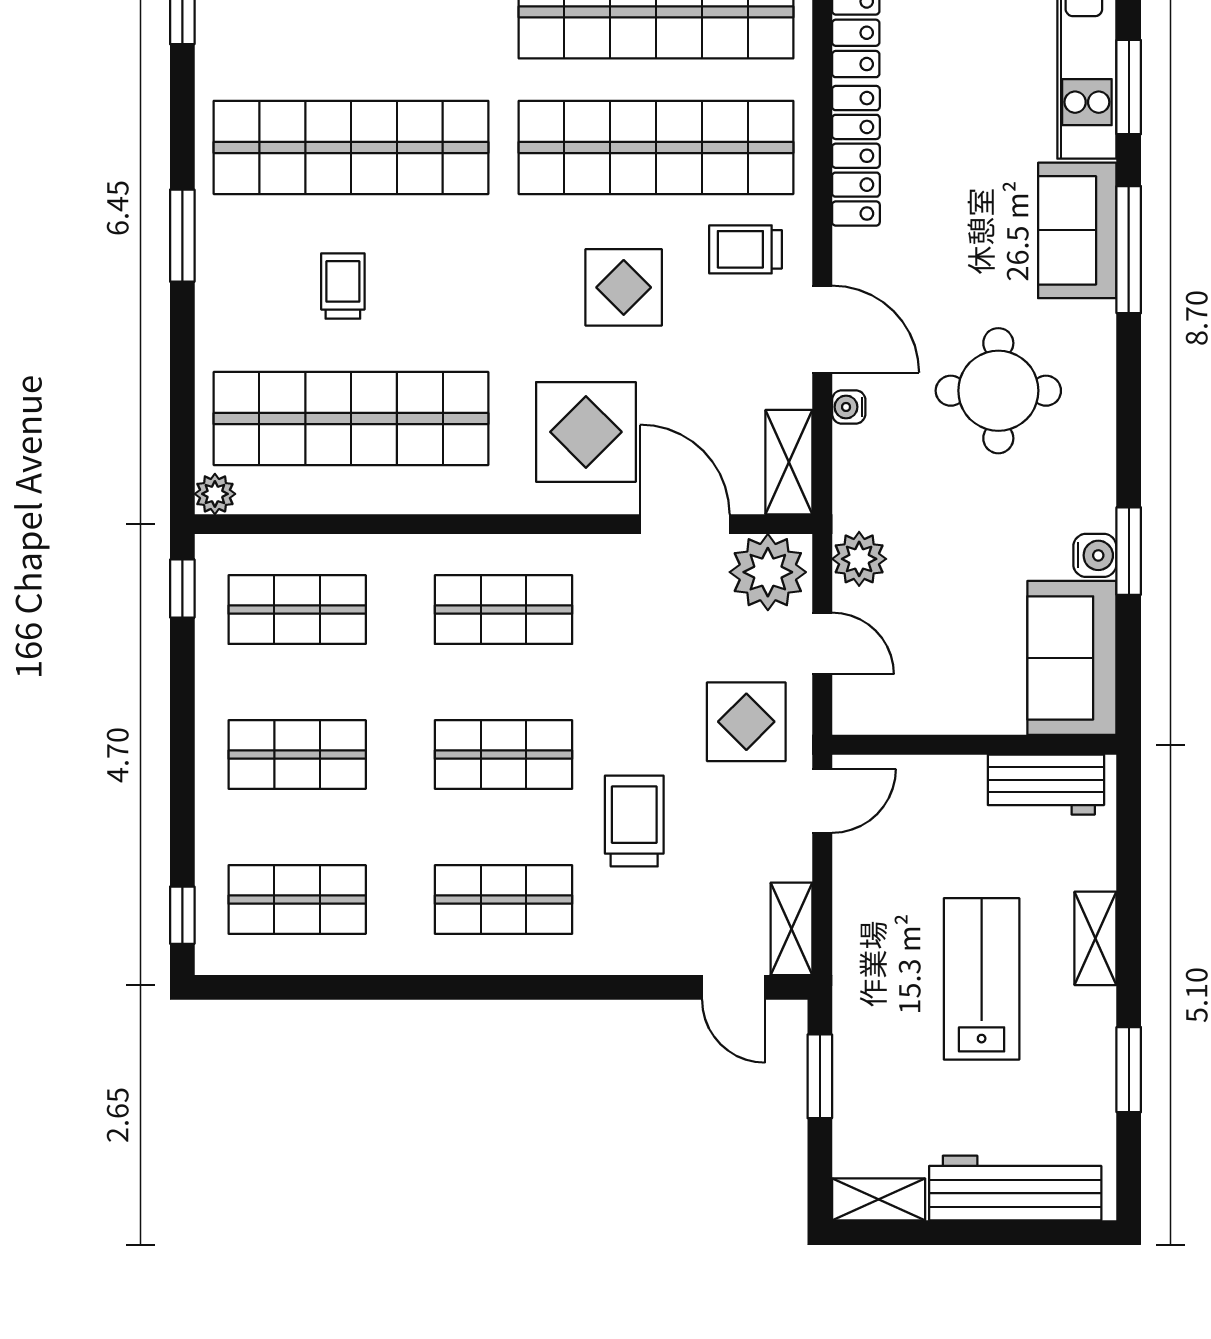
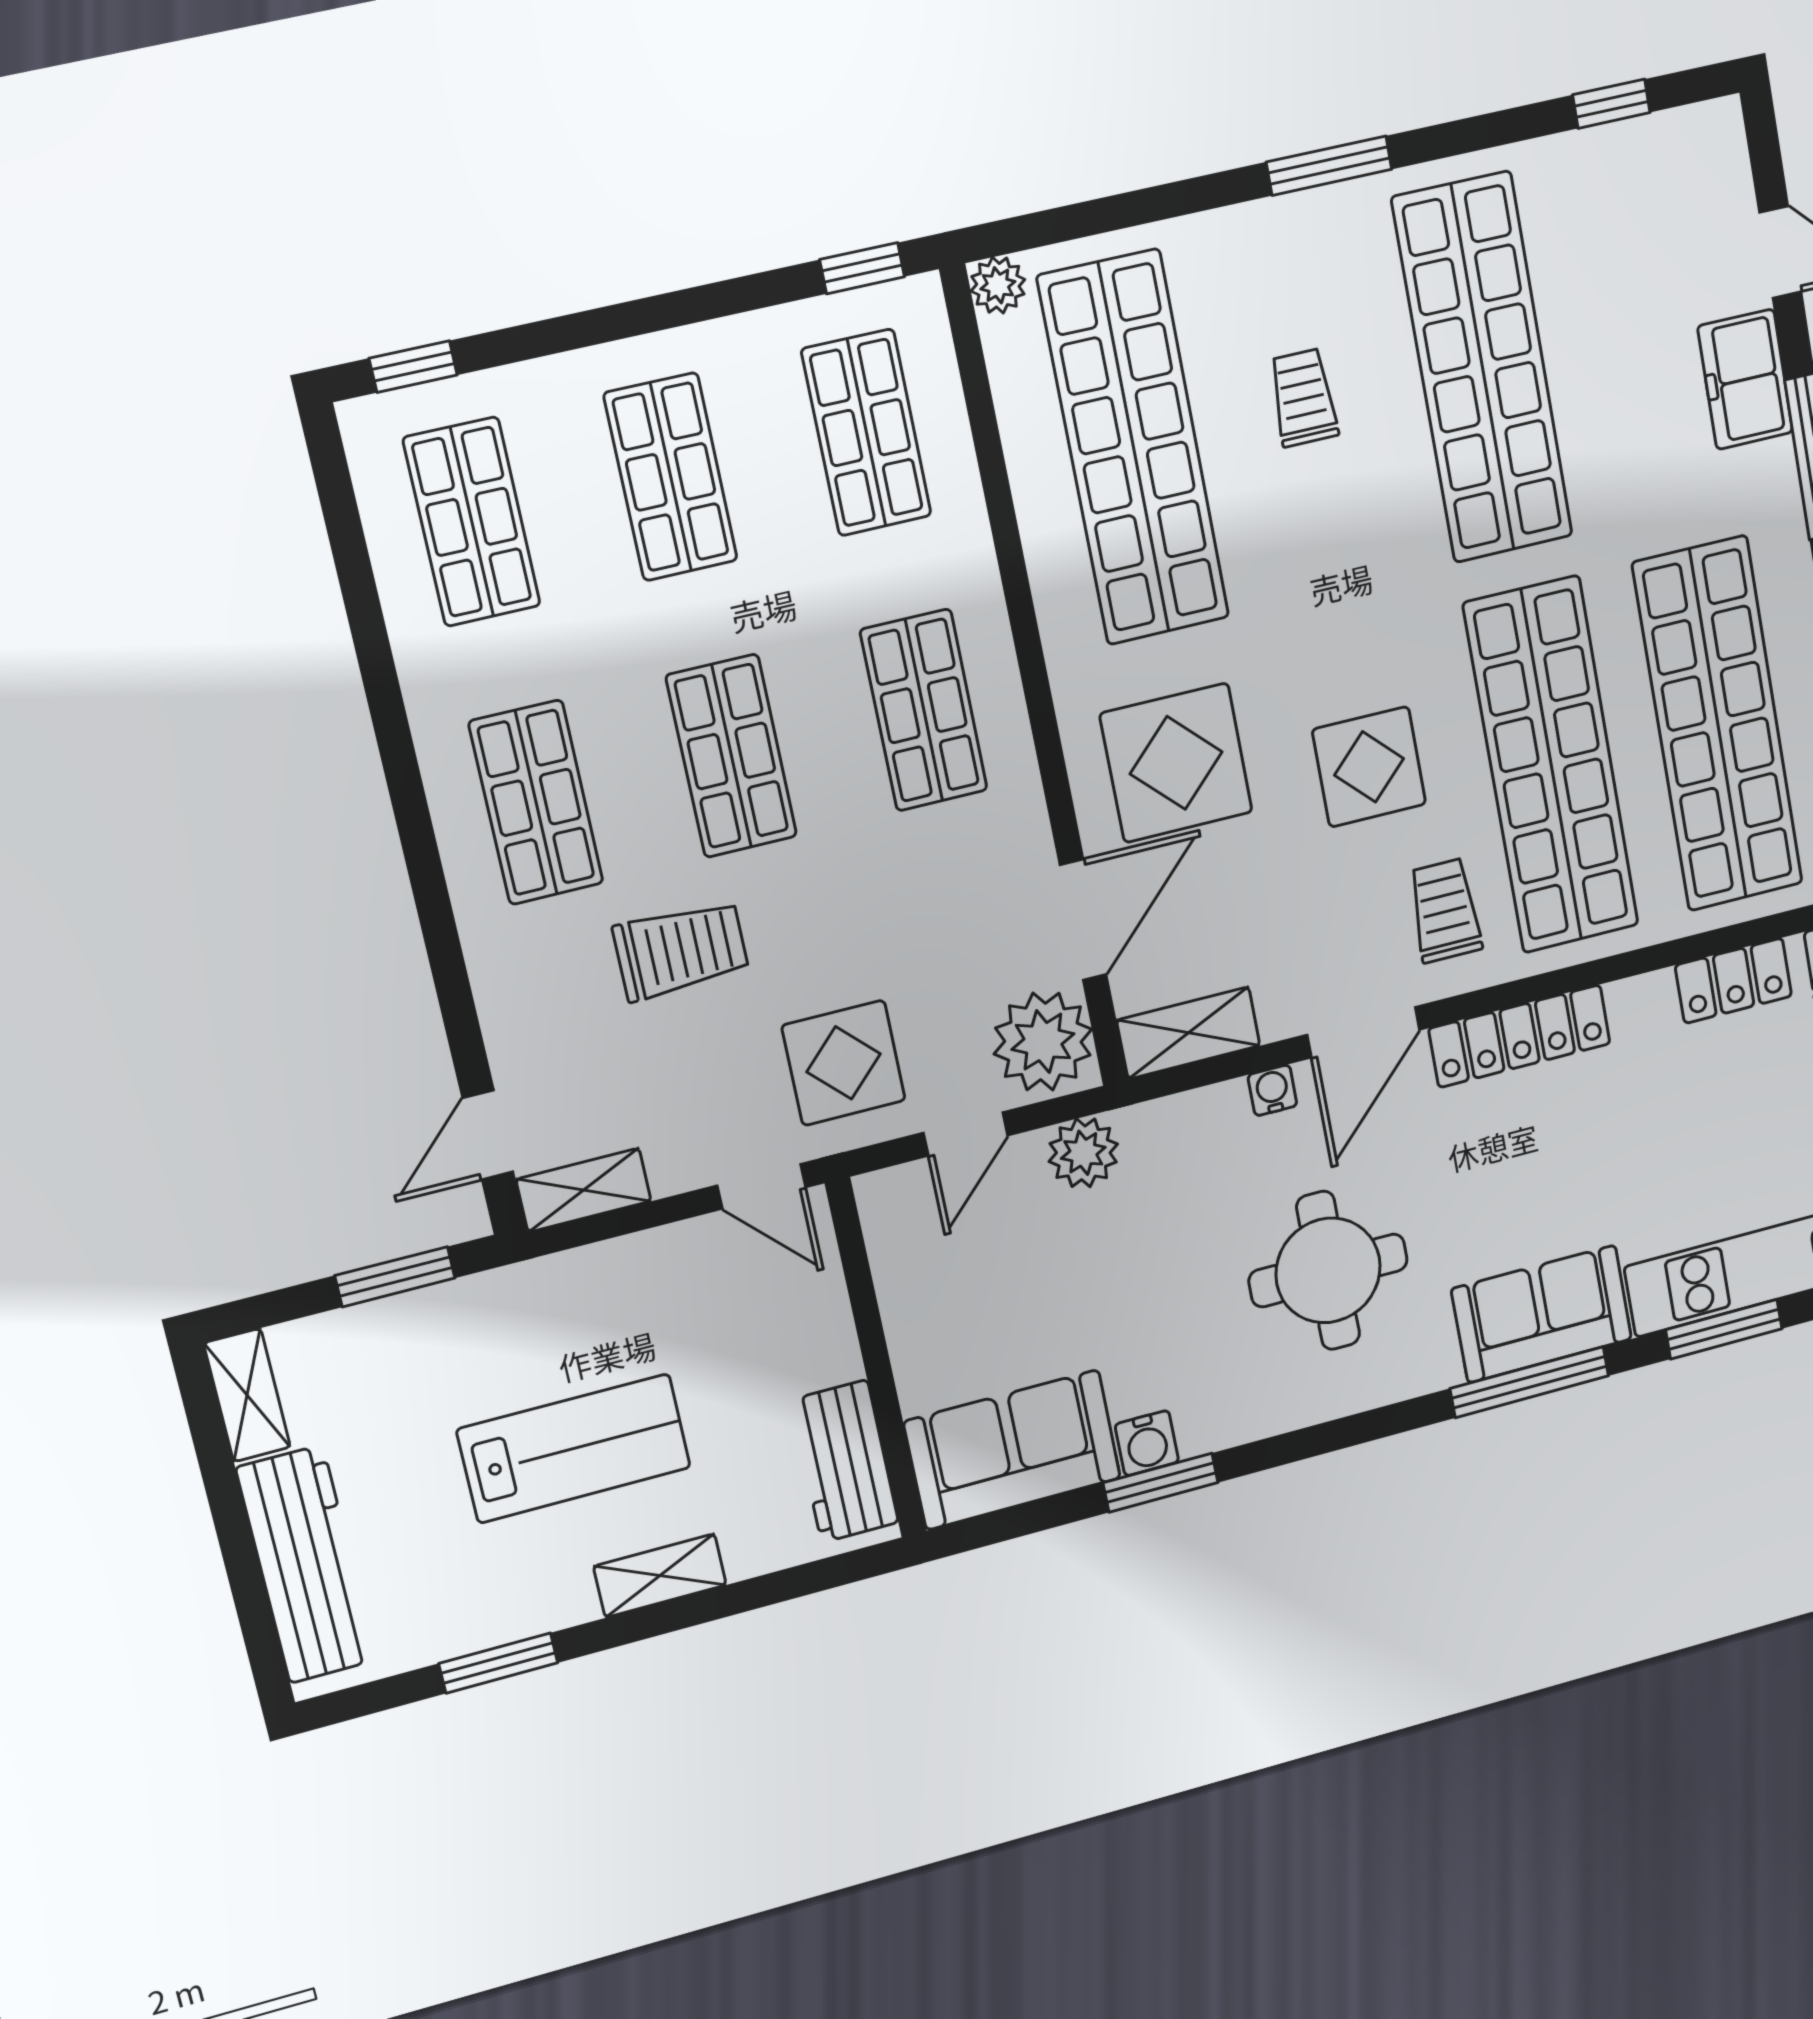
locker: (856, 156) -> (1520, 1036), moved
trolley: (343, 286) -> (1303, 398), turned -90

